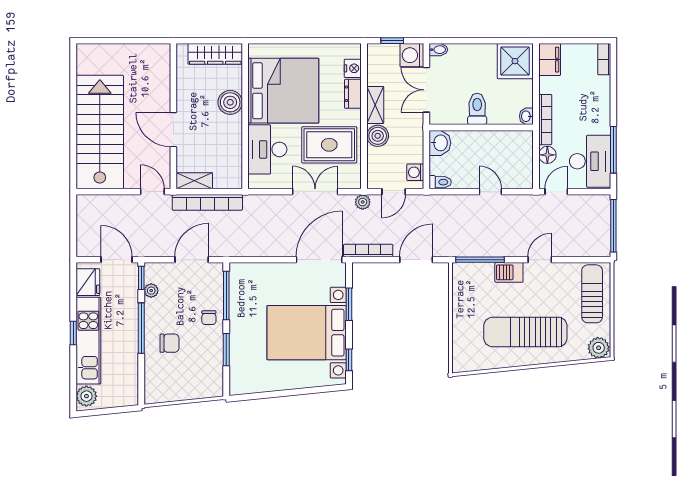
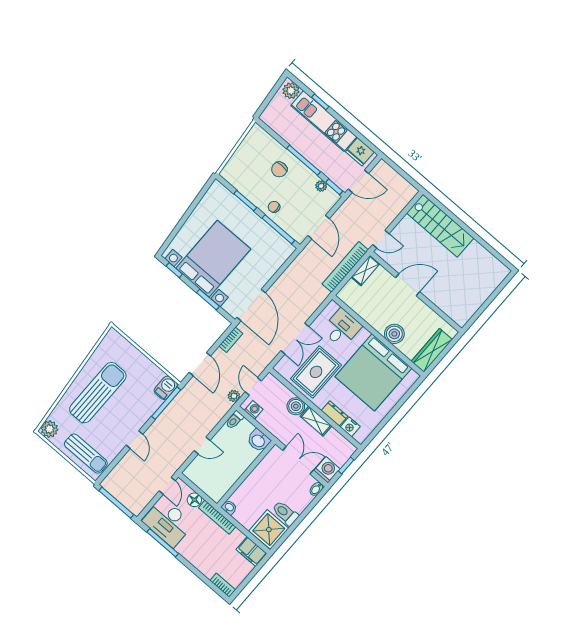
toilet: (477, 109) -> (285, 513), moved, turned 180
stairs: (100, 132) -> (440, 226), width x0.73, depth x0.66
desk: (267, 149) -> (342, 328), width x0.73
plant: (363, 202) -> (234, 396), moved
bookcase: (368, 251) -> (231, 340), width x0.64
barbecue: (509, 272) -> (166, 388), moved
window: (73, 333) -> (320, 102), moved

